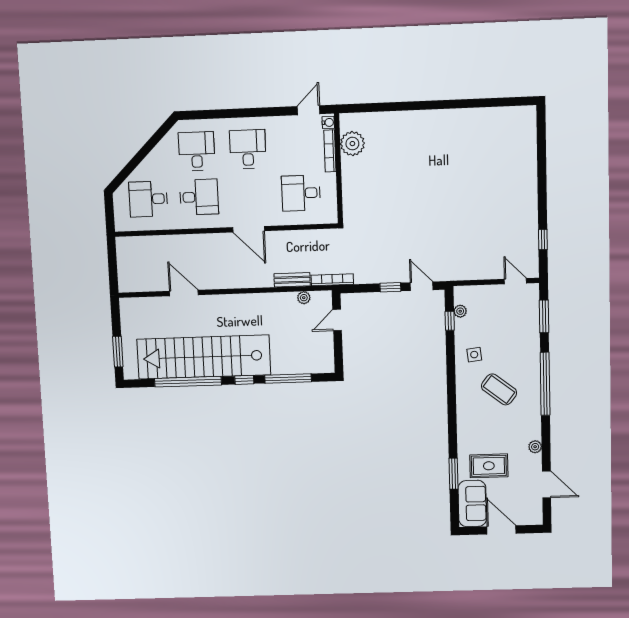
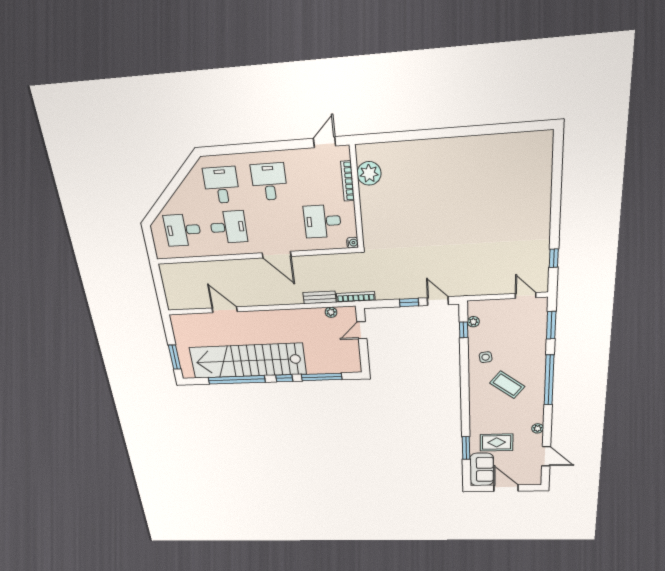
water cooler: (328, 122) -> (353, 243), moved

